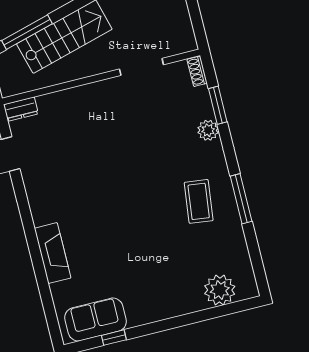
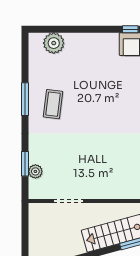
shoe rack: (197, 71) -> (33, 189), removed
plant: (208, 130) -> (35, 171), moved

